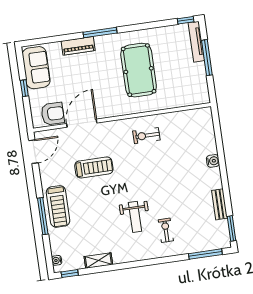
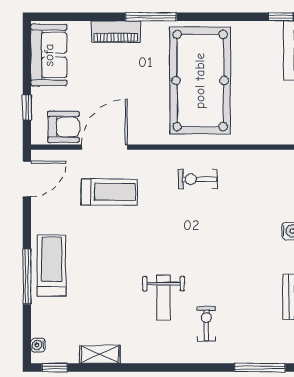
pool table: (139, 70) -> (200, 81), width x1.36, depth x1.32
window: (24, 88) -> (27, 108), moved
treadmill: (94, 167) -> (109, 192), moved
treadmill: (58, 206) -> (52, 266), turned 180

